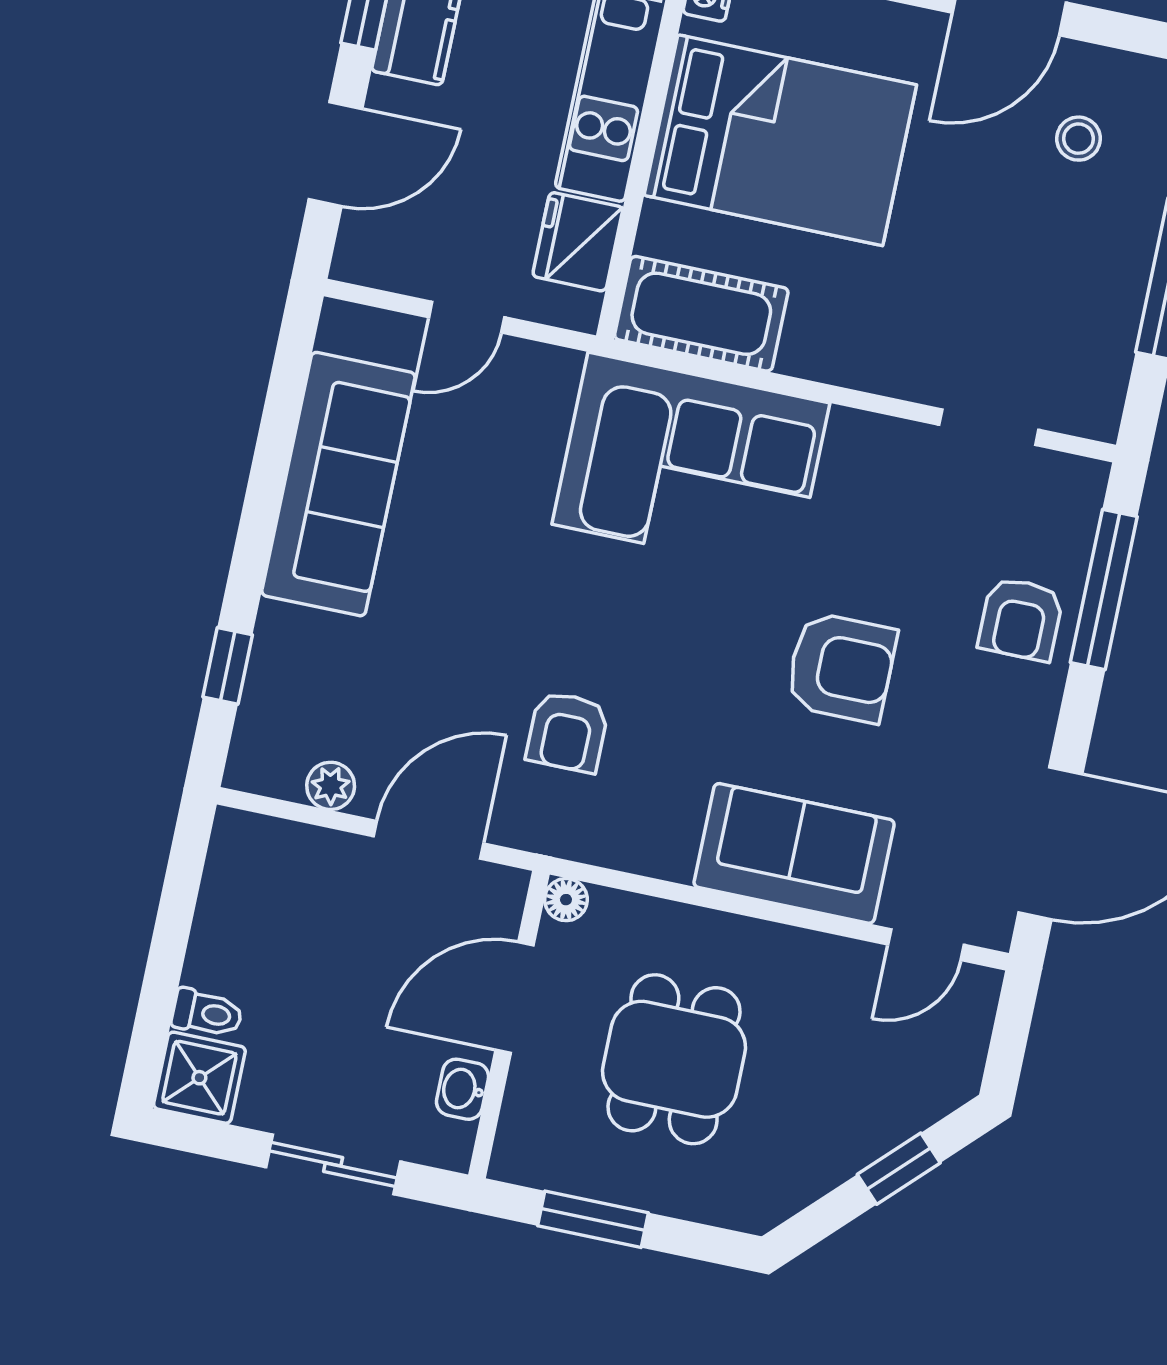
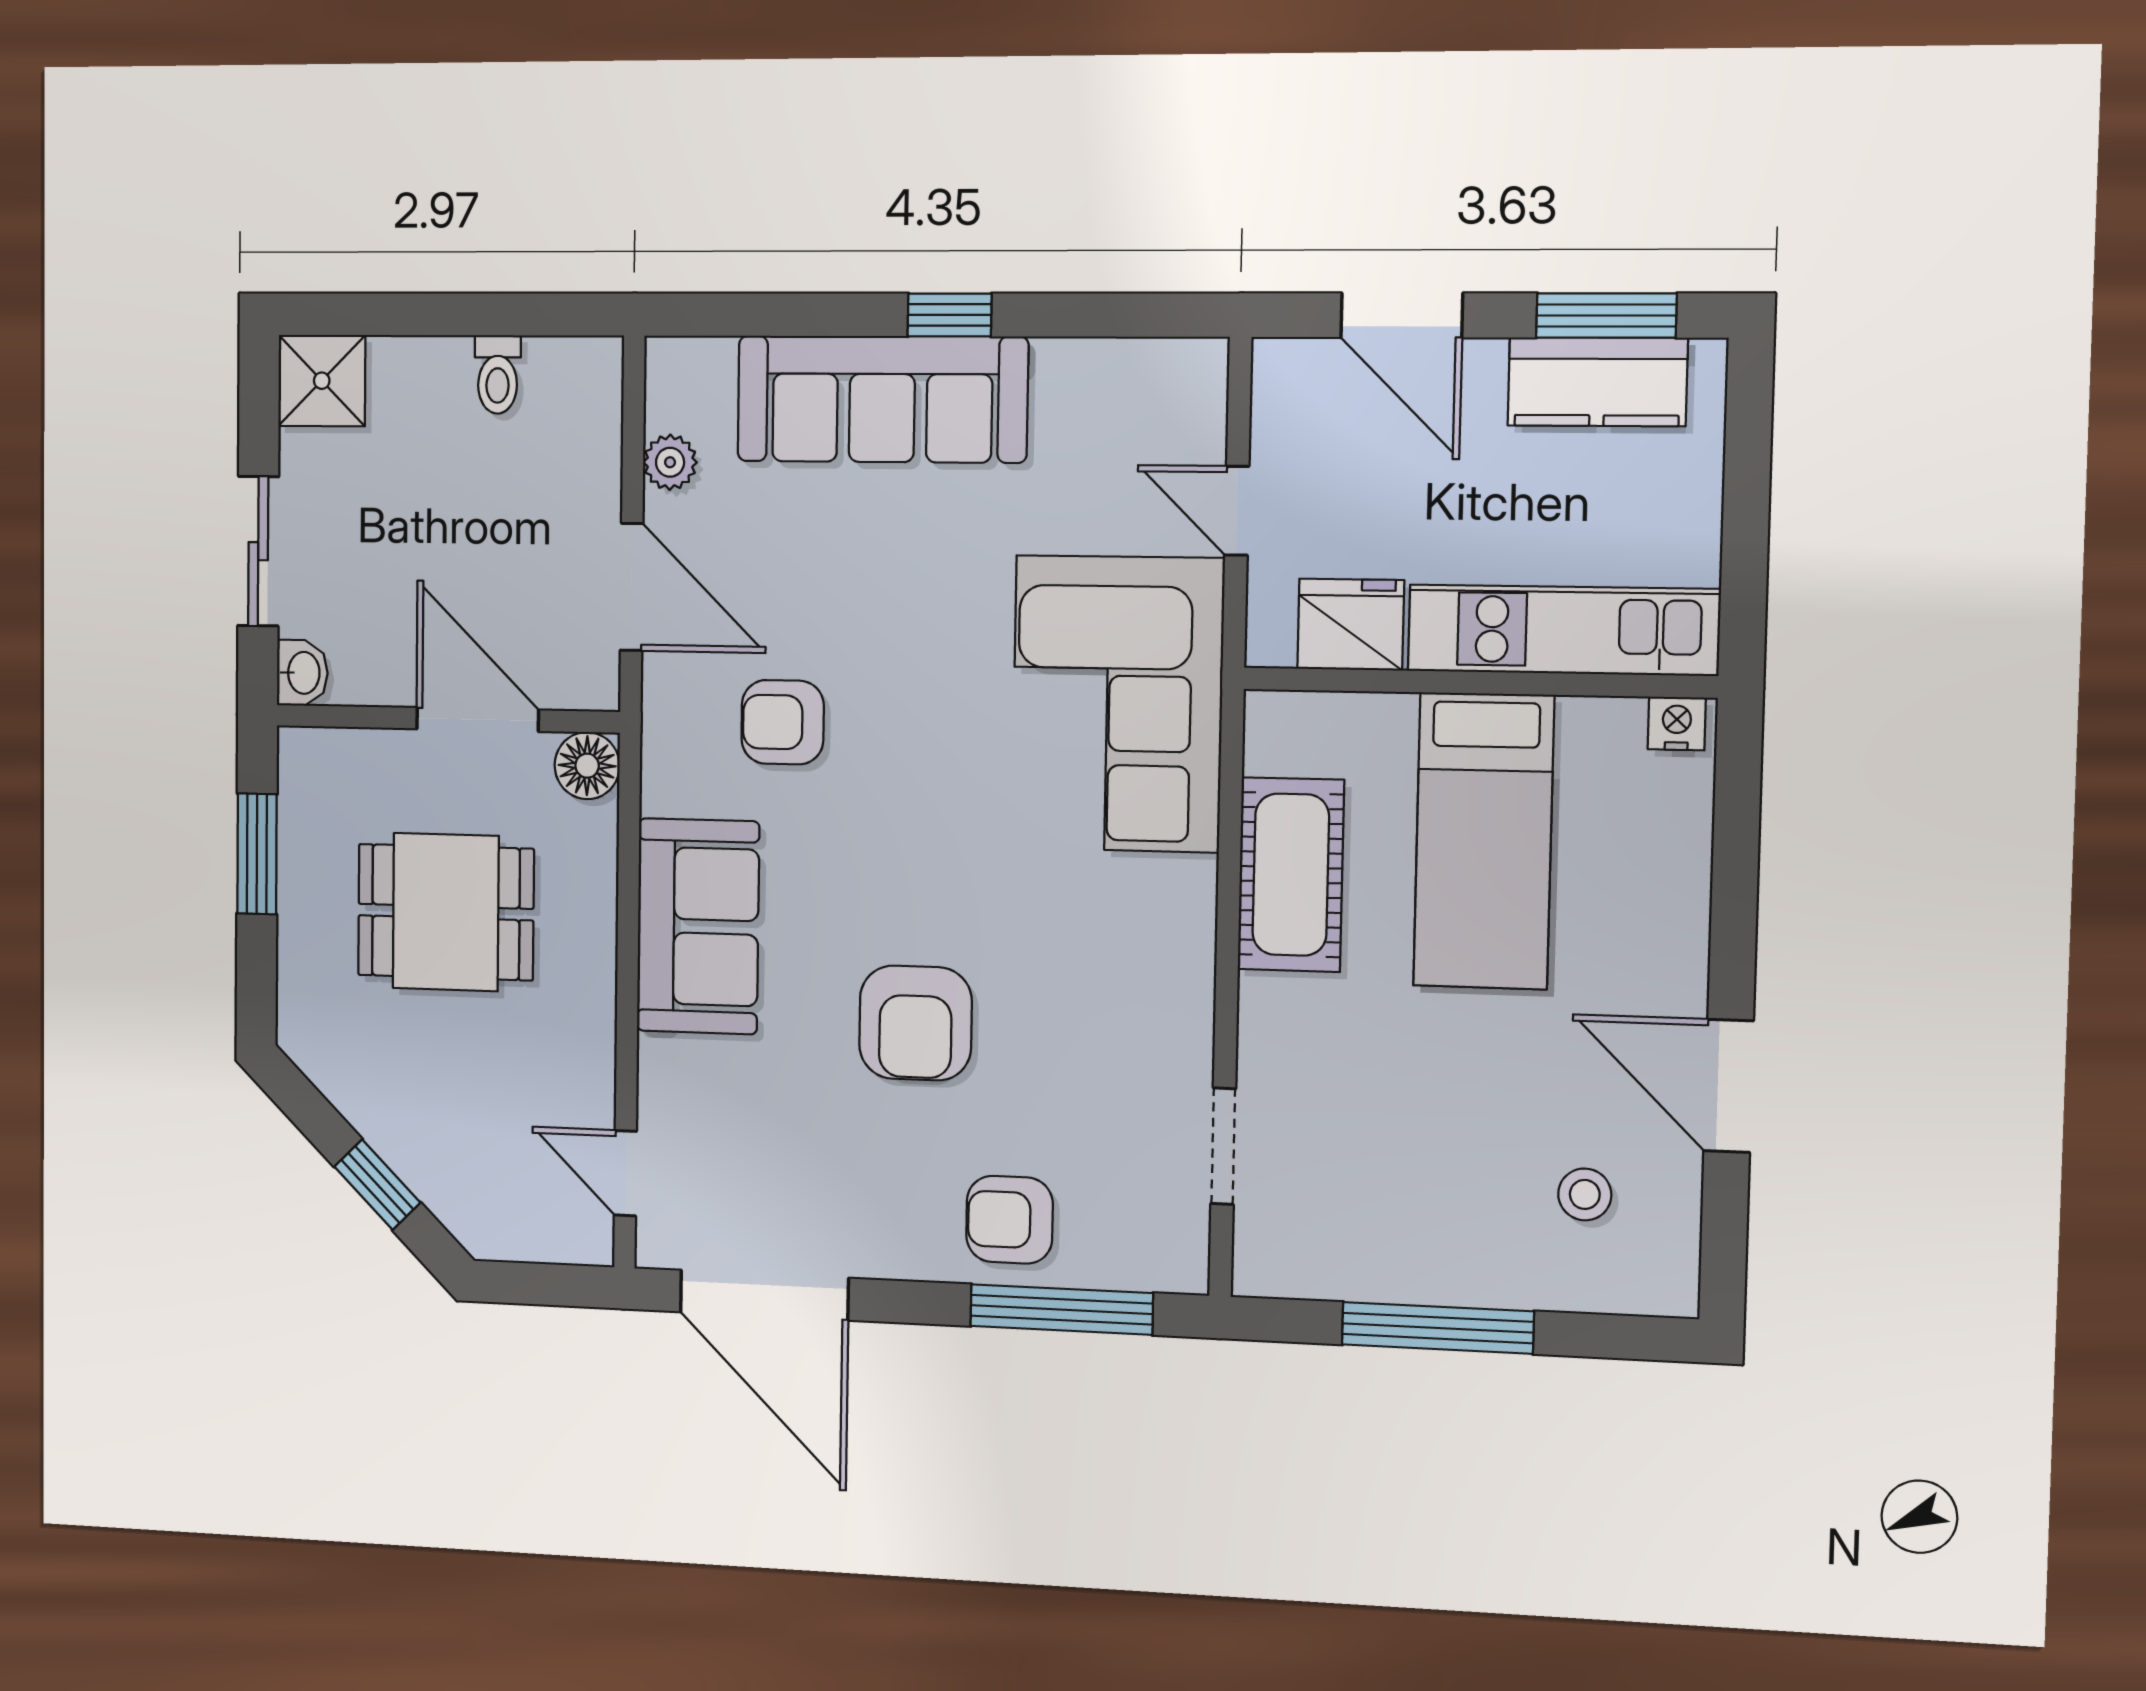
bed: (780, 140) -> (1484, 841), width x0.67
cot: (701, 314) -> (1291, 875), moved
corner sofa: (691, 464) -> (1117, 704), moved
sofa: (338, 484) -> (882, 399), moved
window: (228, 666) -> (950, 315), moved
sofa: (794, 853) -> (698, 926), moved
floor lamp: (566, 900) -> (587, 766), width x1.37, depth x1.37
toilet: (207, 1013) -> (498, 375), moved
washbasin: (463, 1089) -> (302, 673), moved, turned 90

